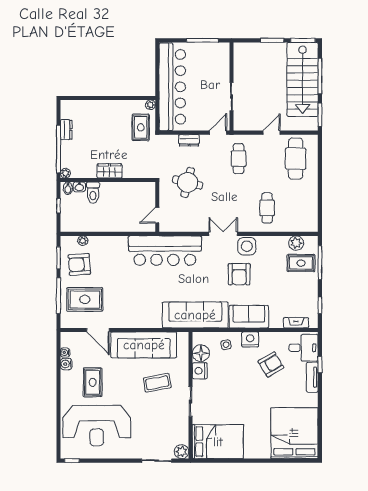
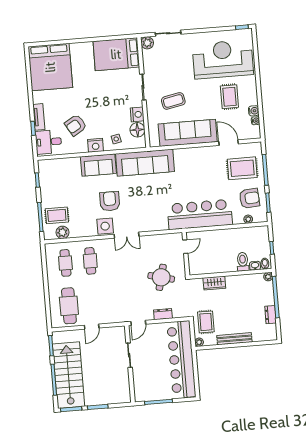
bench: (110, 106) -> (234, 339), added
cafe table: (239, 159) -> (65, 263), moved
wardrobe: (109, 171) -> (214, 283), moved
bar counter: (165, 251) -> (200, 214), moved
fireplace: (296, 323) -> (57, 163), removed

